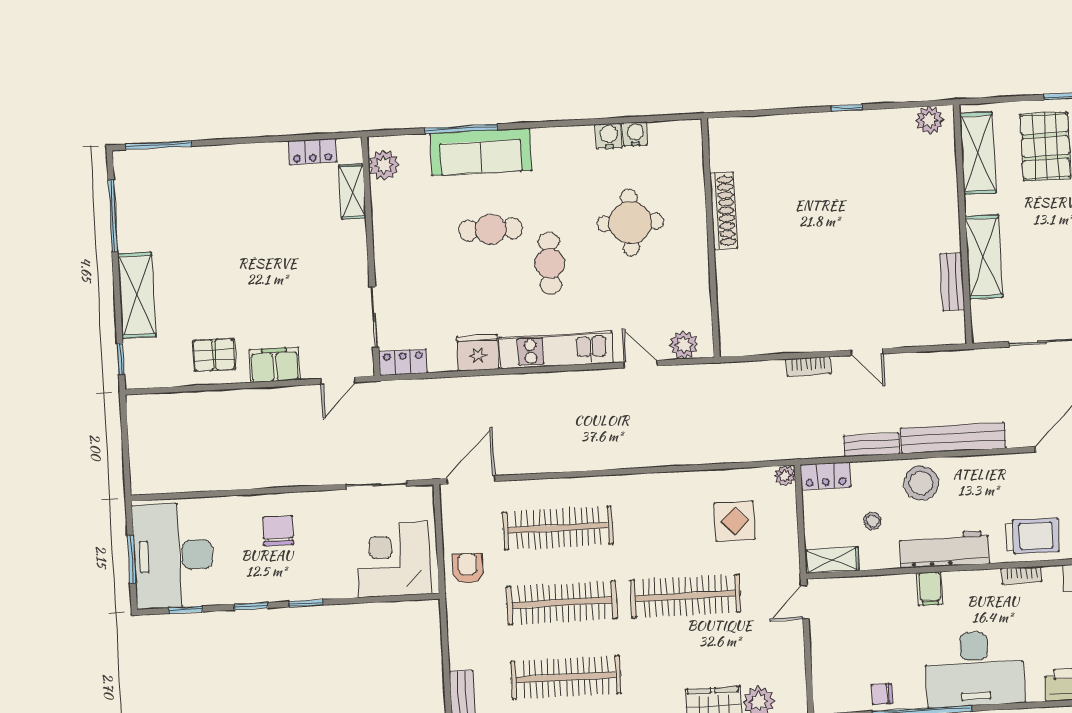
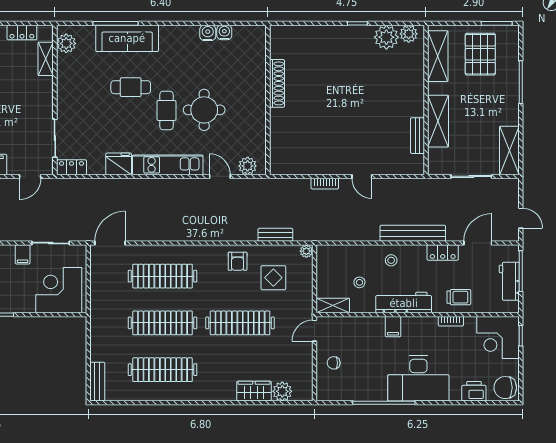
plant: (894, 128) -> (386, 37), added
round table: (630, 223) -> (204, 110), moved
bench: (872, 445) -> (275, 235), moved
locker: (825, 476) -> (443, 253), moved
stool: (921, 483) -> (391, 260), width x0.53, depth x0.53
filing cabinet: (333, 506) -> (23, 254), added
trolley: (1032, 536) -> (459, 297), width x0.73, depth x0.72
armchair: (468, 568) -> (238, 261), moved, turned 180
chair: (882, 694) -> (334, 363), moved

